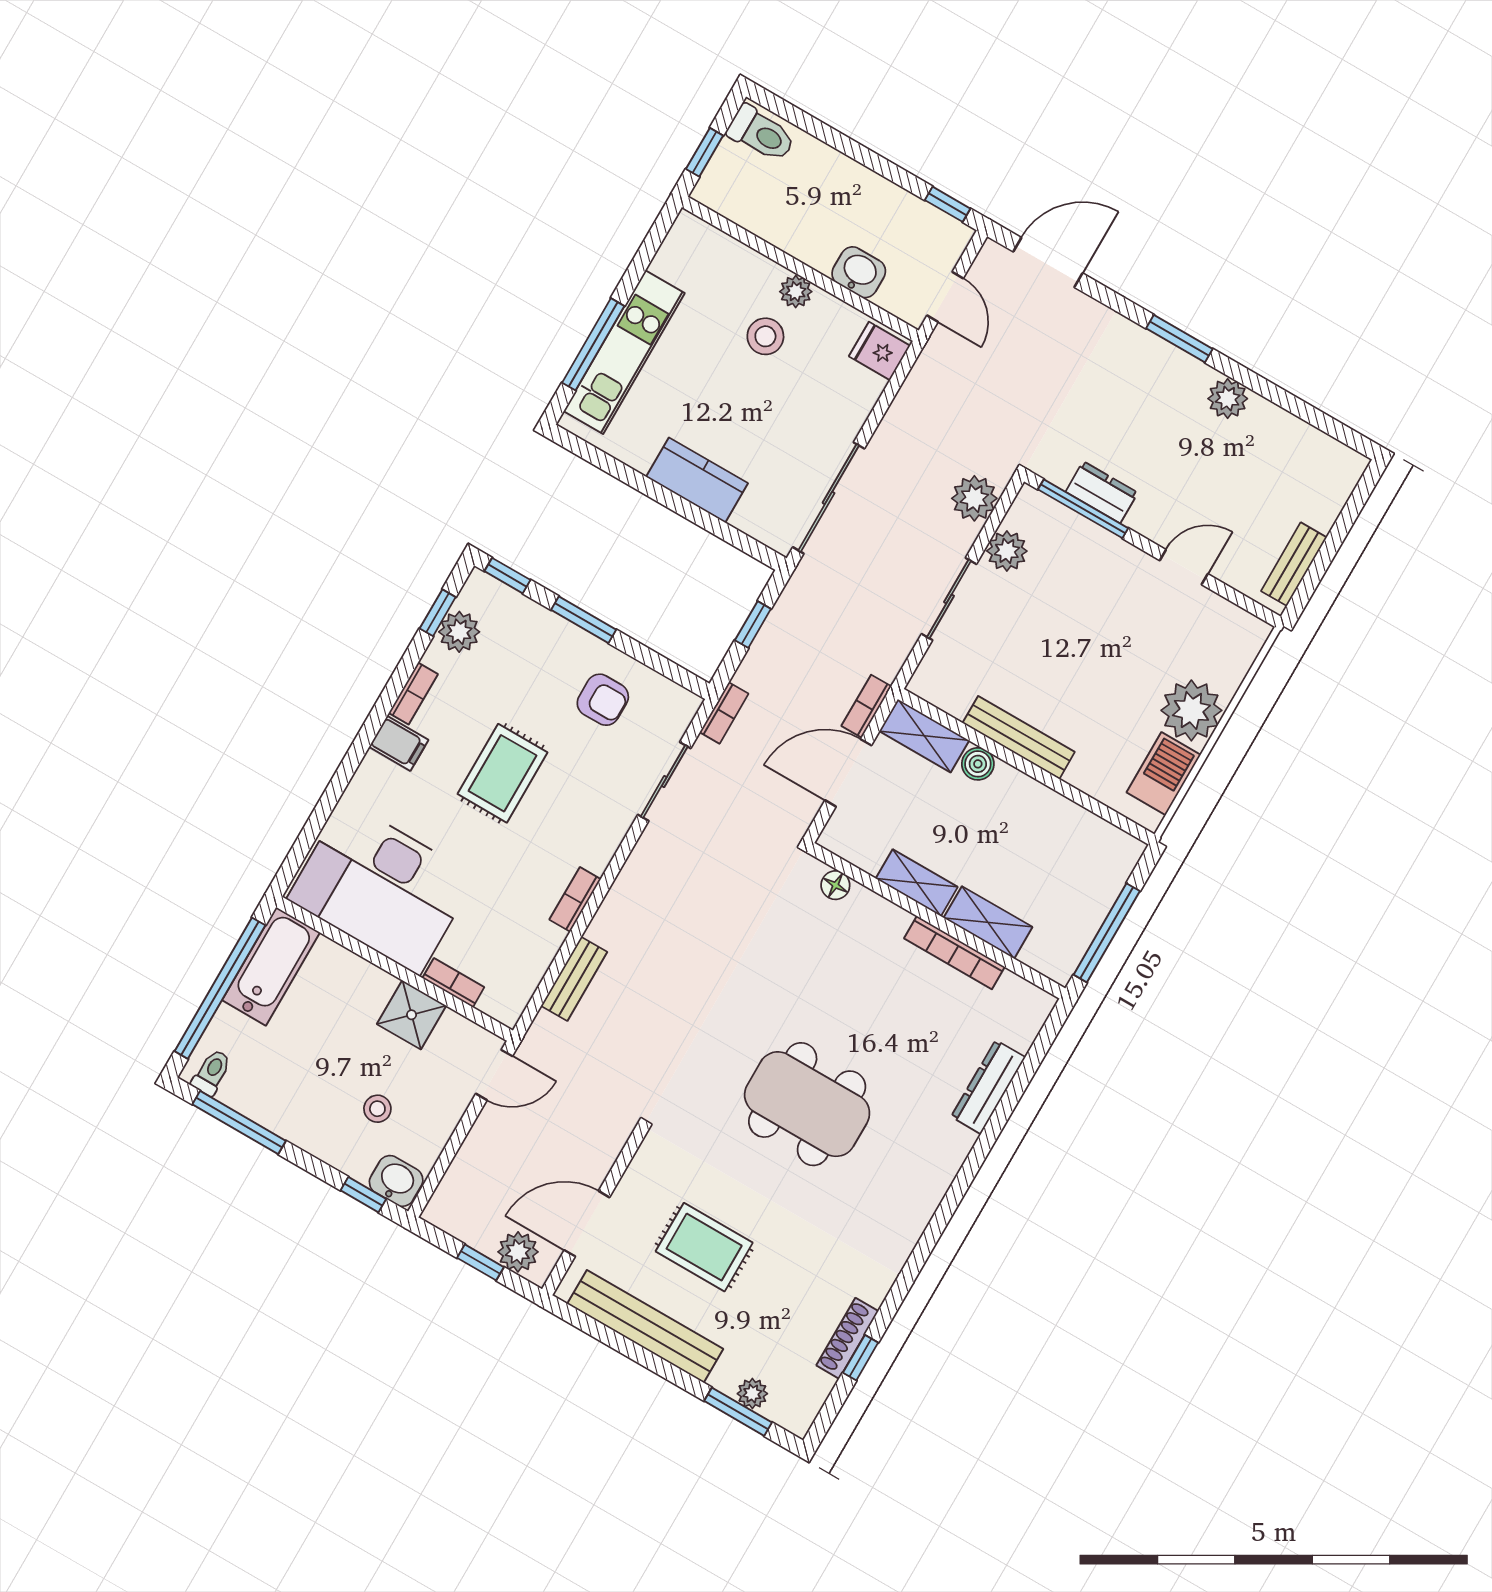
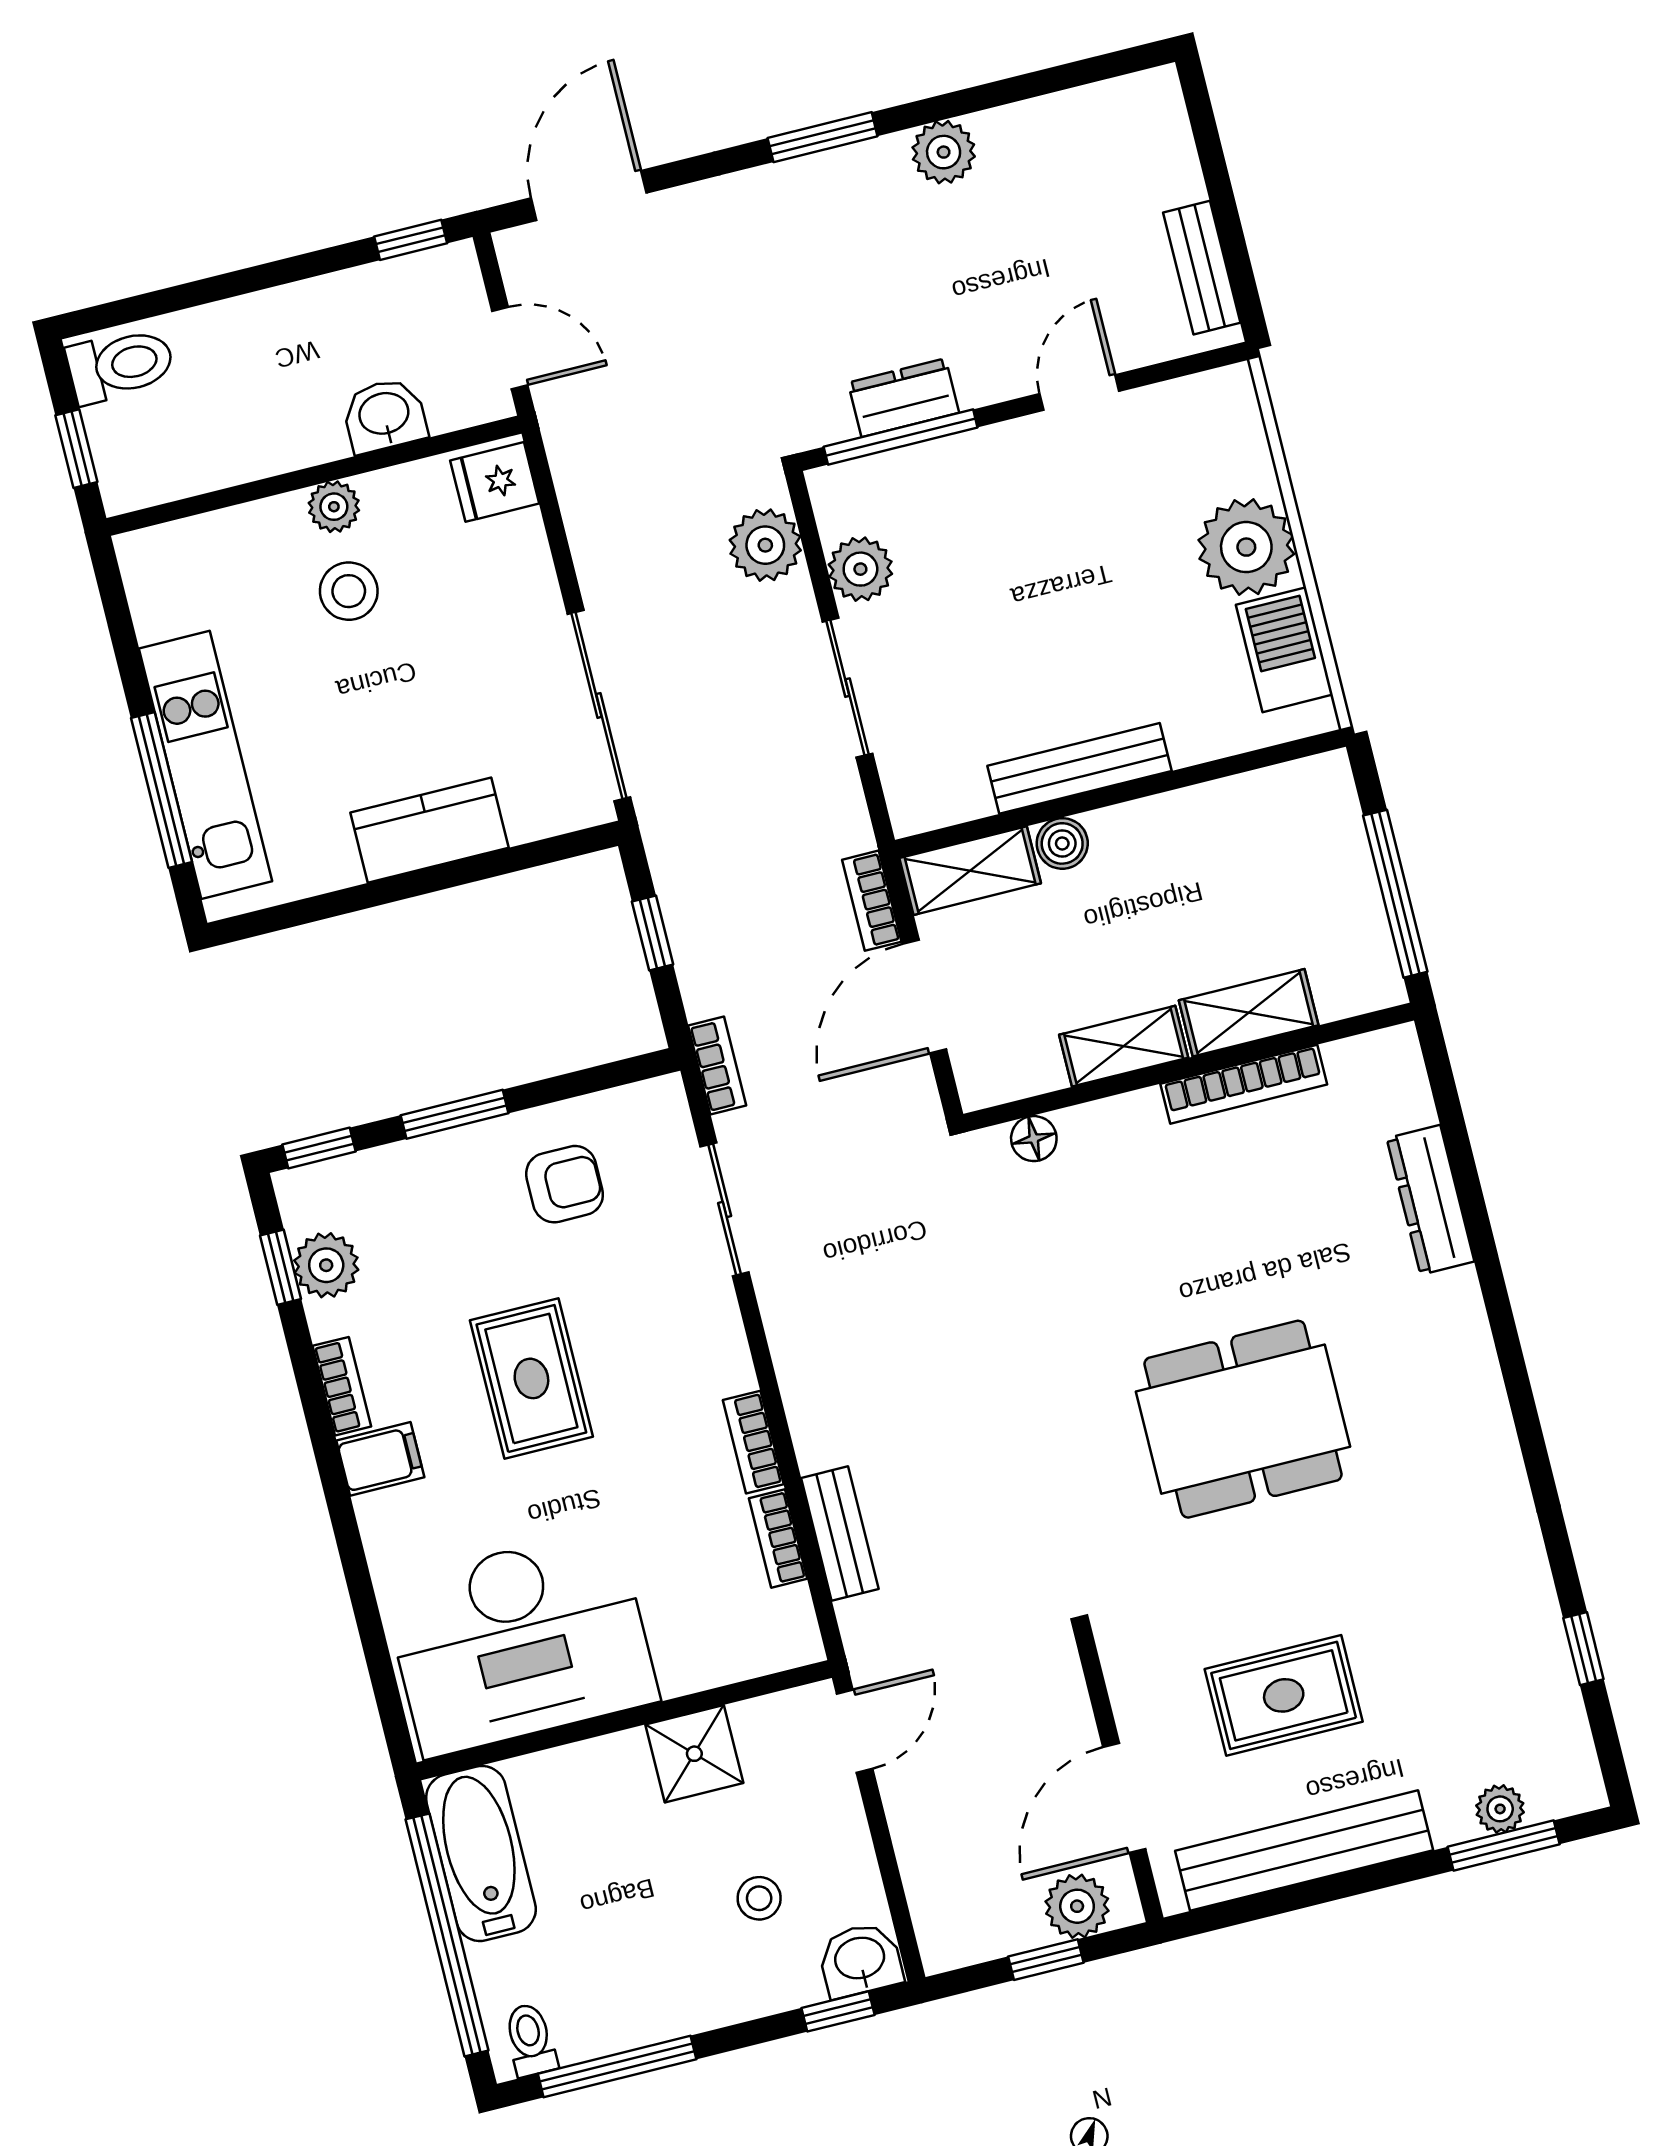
bookcase: (453, 983) -> (778, 1538), moved, turned -90
shoe rack: (847, 1338) -> (1547, 1641), removed

